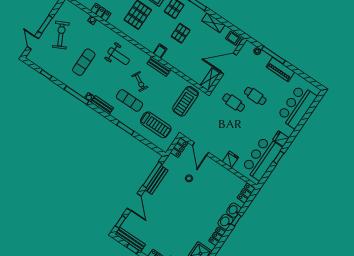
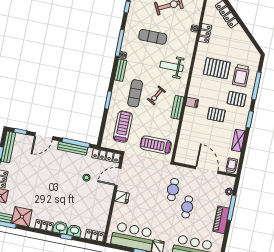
weight bench: (119, 56) -> (172, 66), turned 90
shelving: (210, 79) -> (185, 159), removed
treadmill: (156, 125) -> (123, 127), turned 180
locker: (179, 148) -> (106, 156), width x1.53
fridge: (230, 159) -> (122, 197), moved

